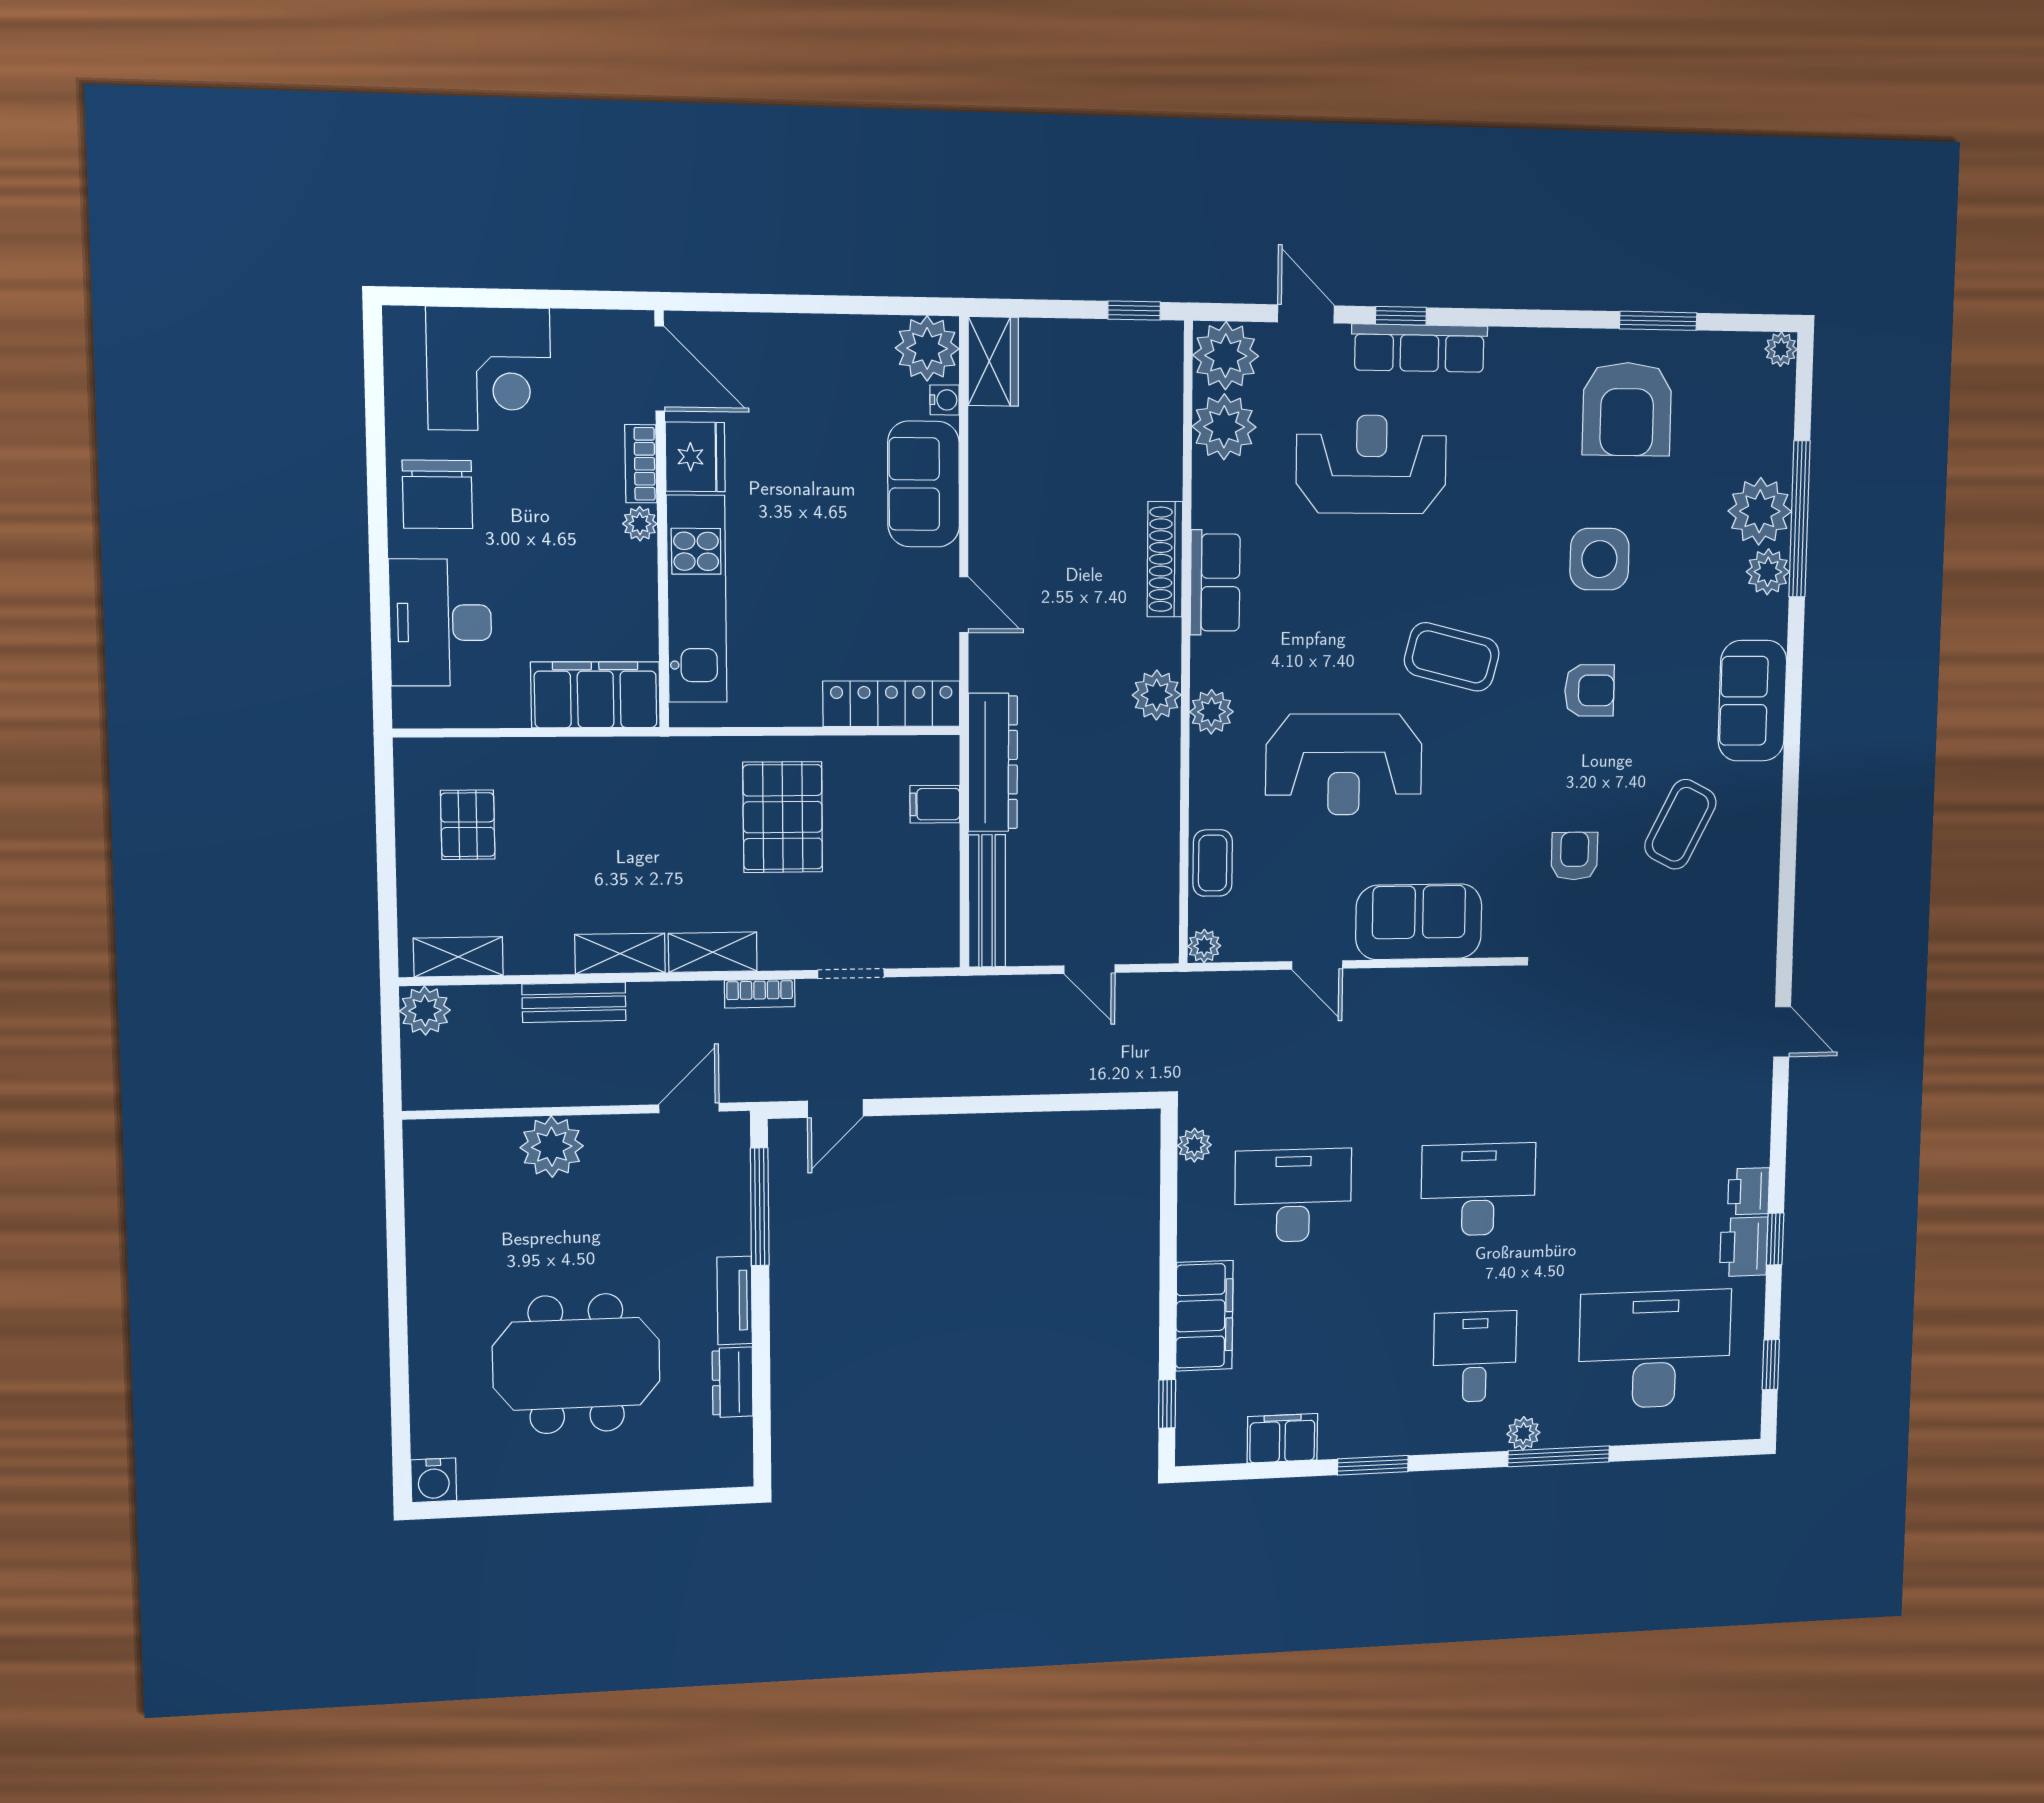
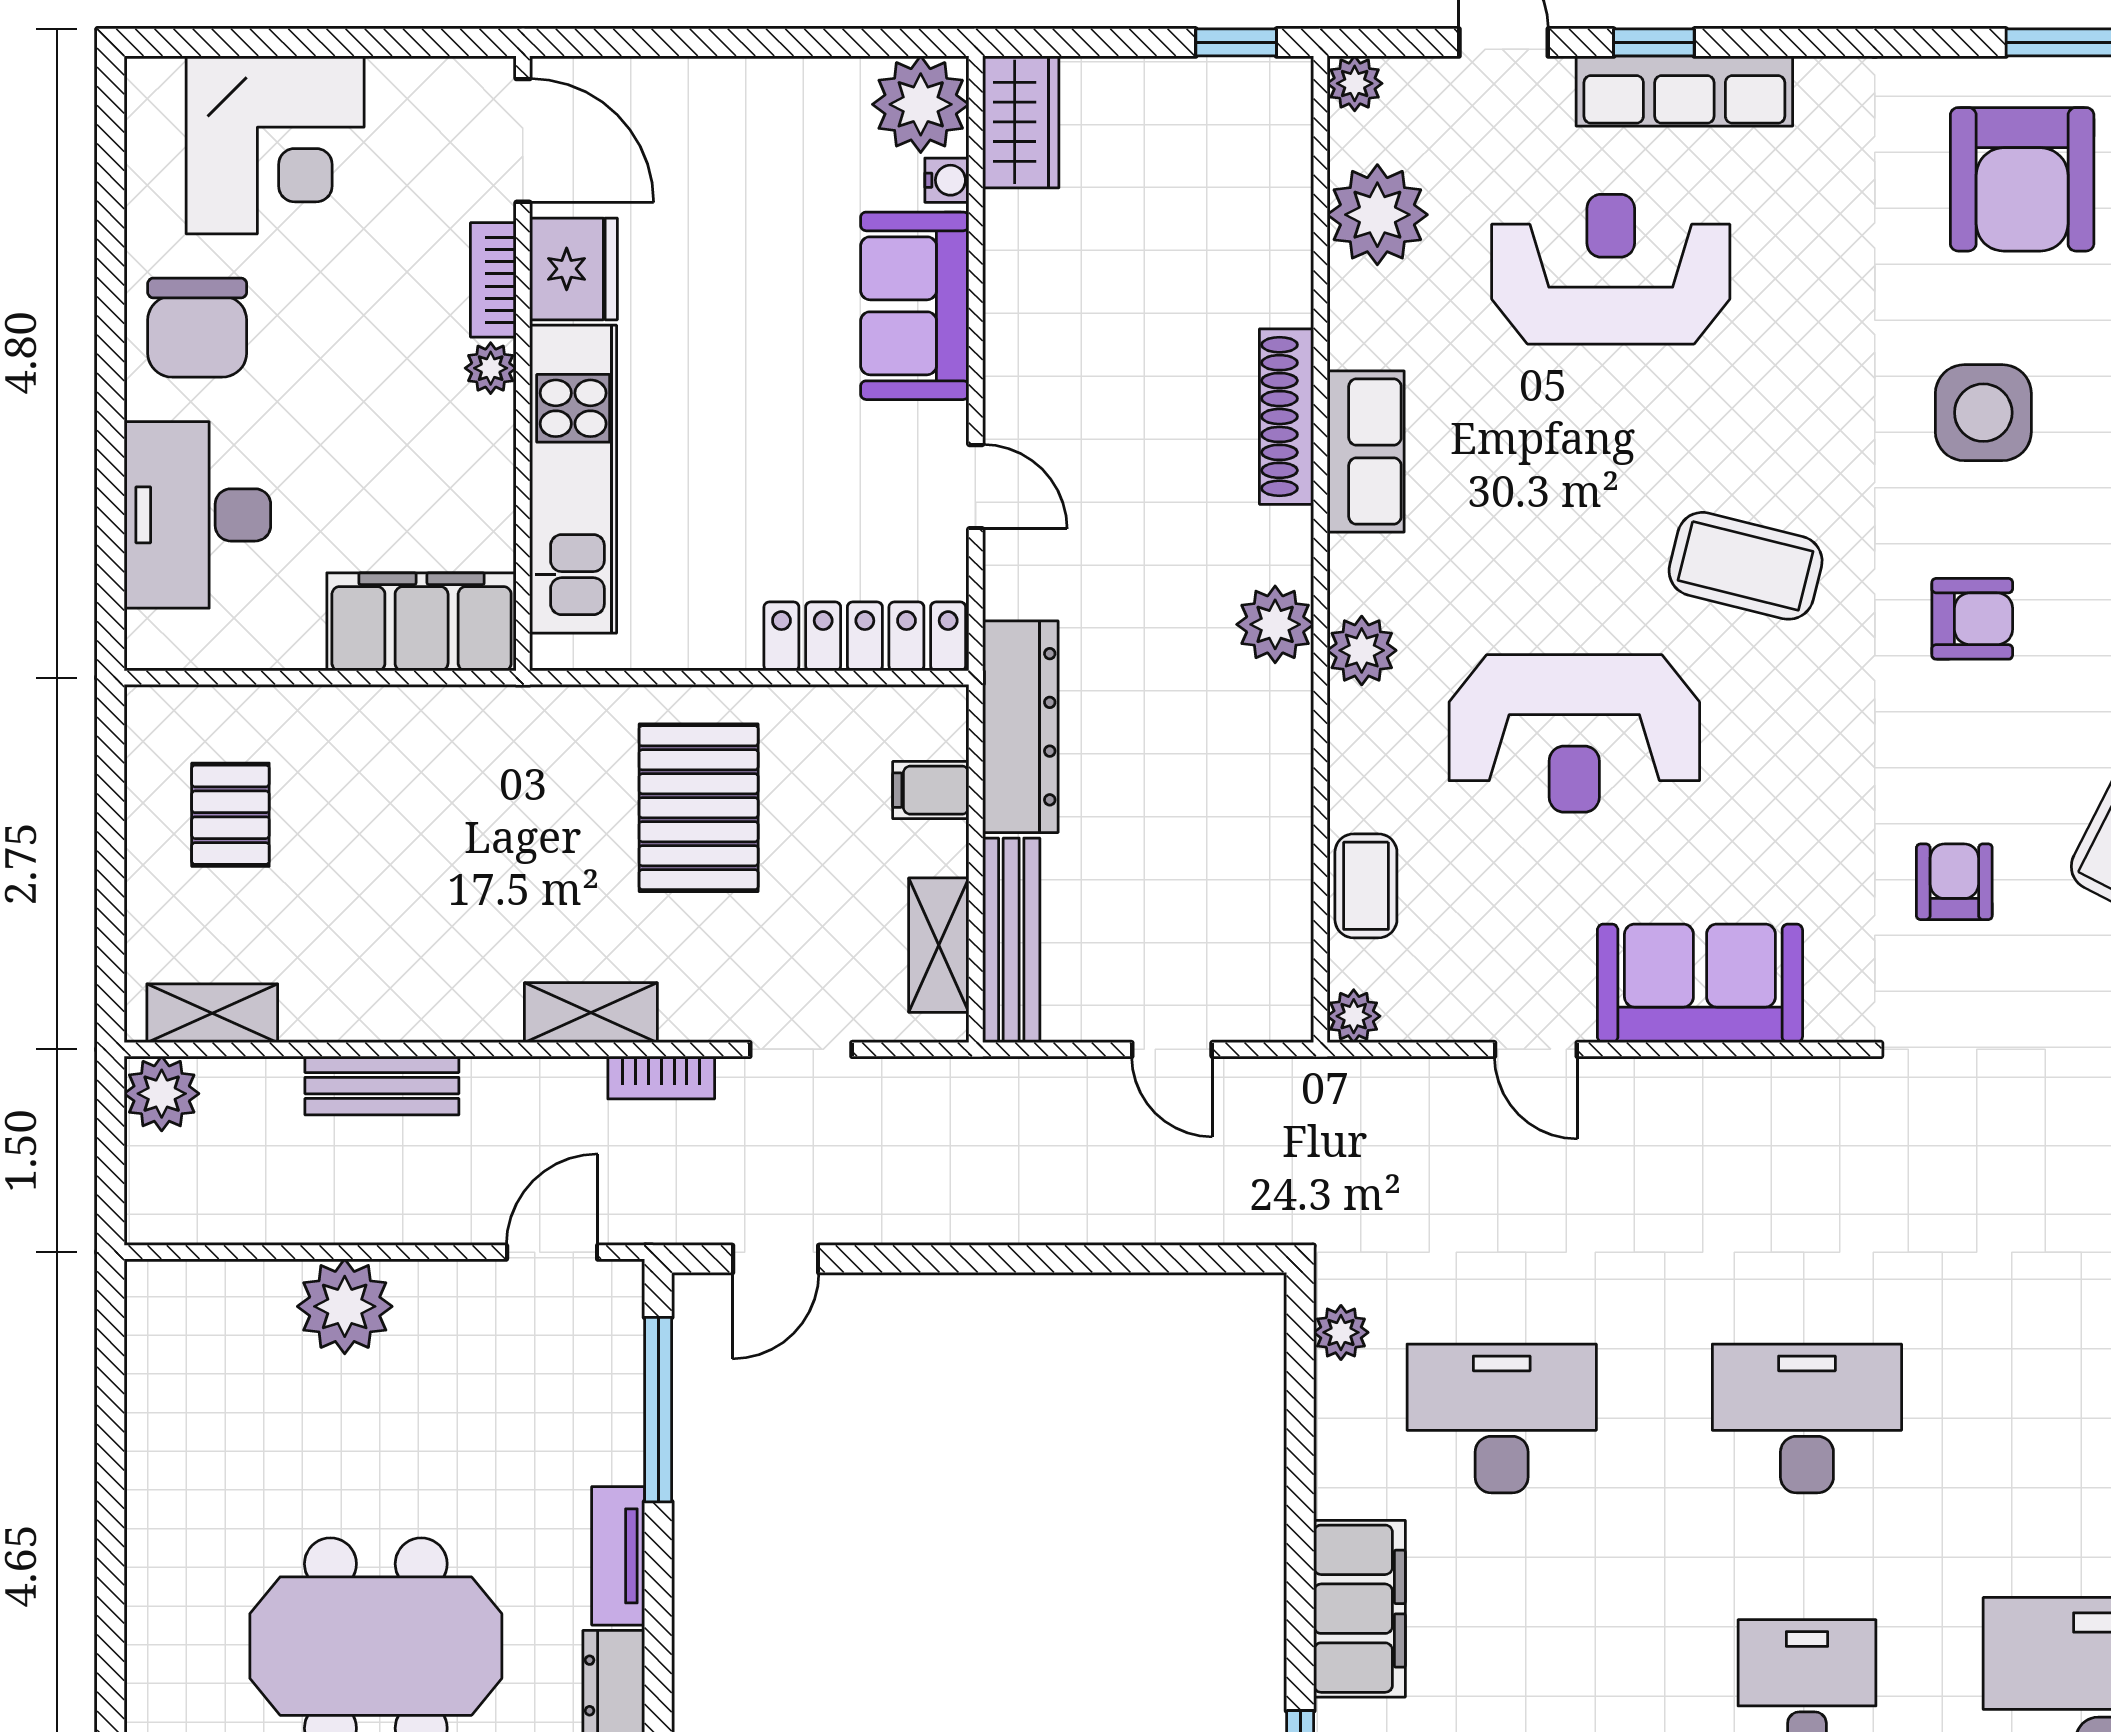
plant: (1226, 356) -> (1355, 83), width x0.53, depth x0.53
shelving: (620, 954) -> (939, 945), moved, turned 90

